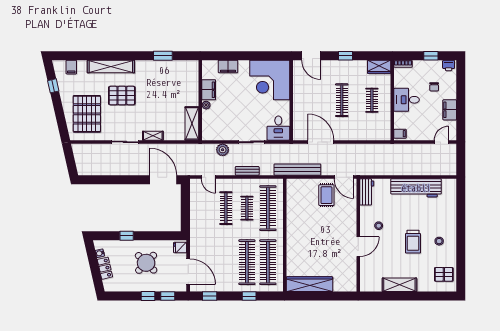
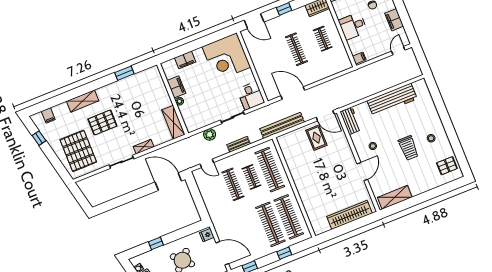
shelving: (111, 67) -> (83, 101), width x0.68
wardrobe: (309, 284) -> (350, 215), moved
shelving: (399, 285) -> (395, 197), moved

